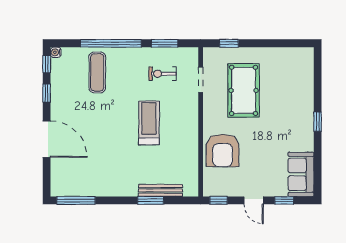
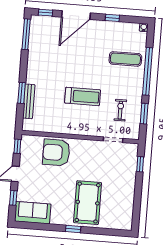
window: (47, 64) -> (45, 13), moved
pool table: (244, 90) -> (88, 203), moved, turned 90

